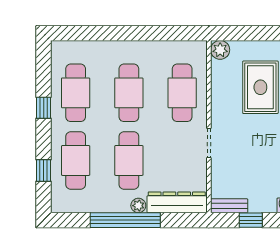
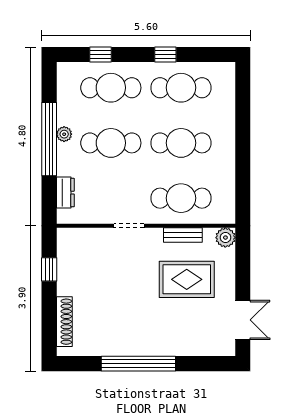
dresser: (177, 202) -> (65, 193), width x0.51, depth x0.80
plant: (138, 206) -> (64, 134), moved
bench: (229, 206) -> (183, 235), moved, turned 90

